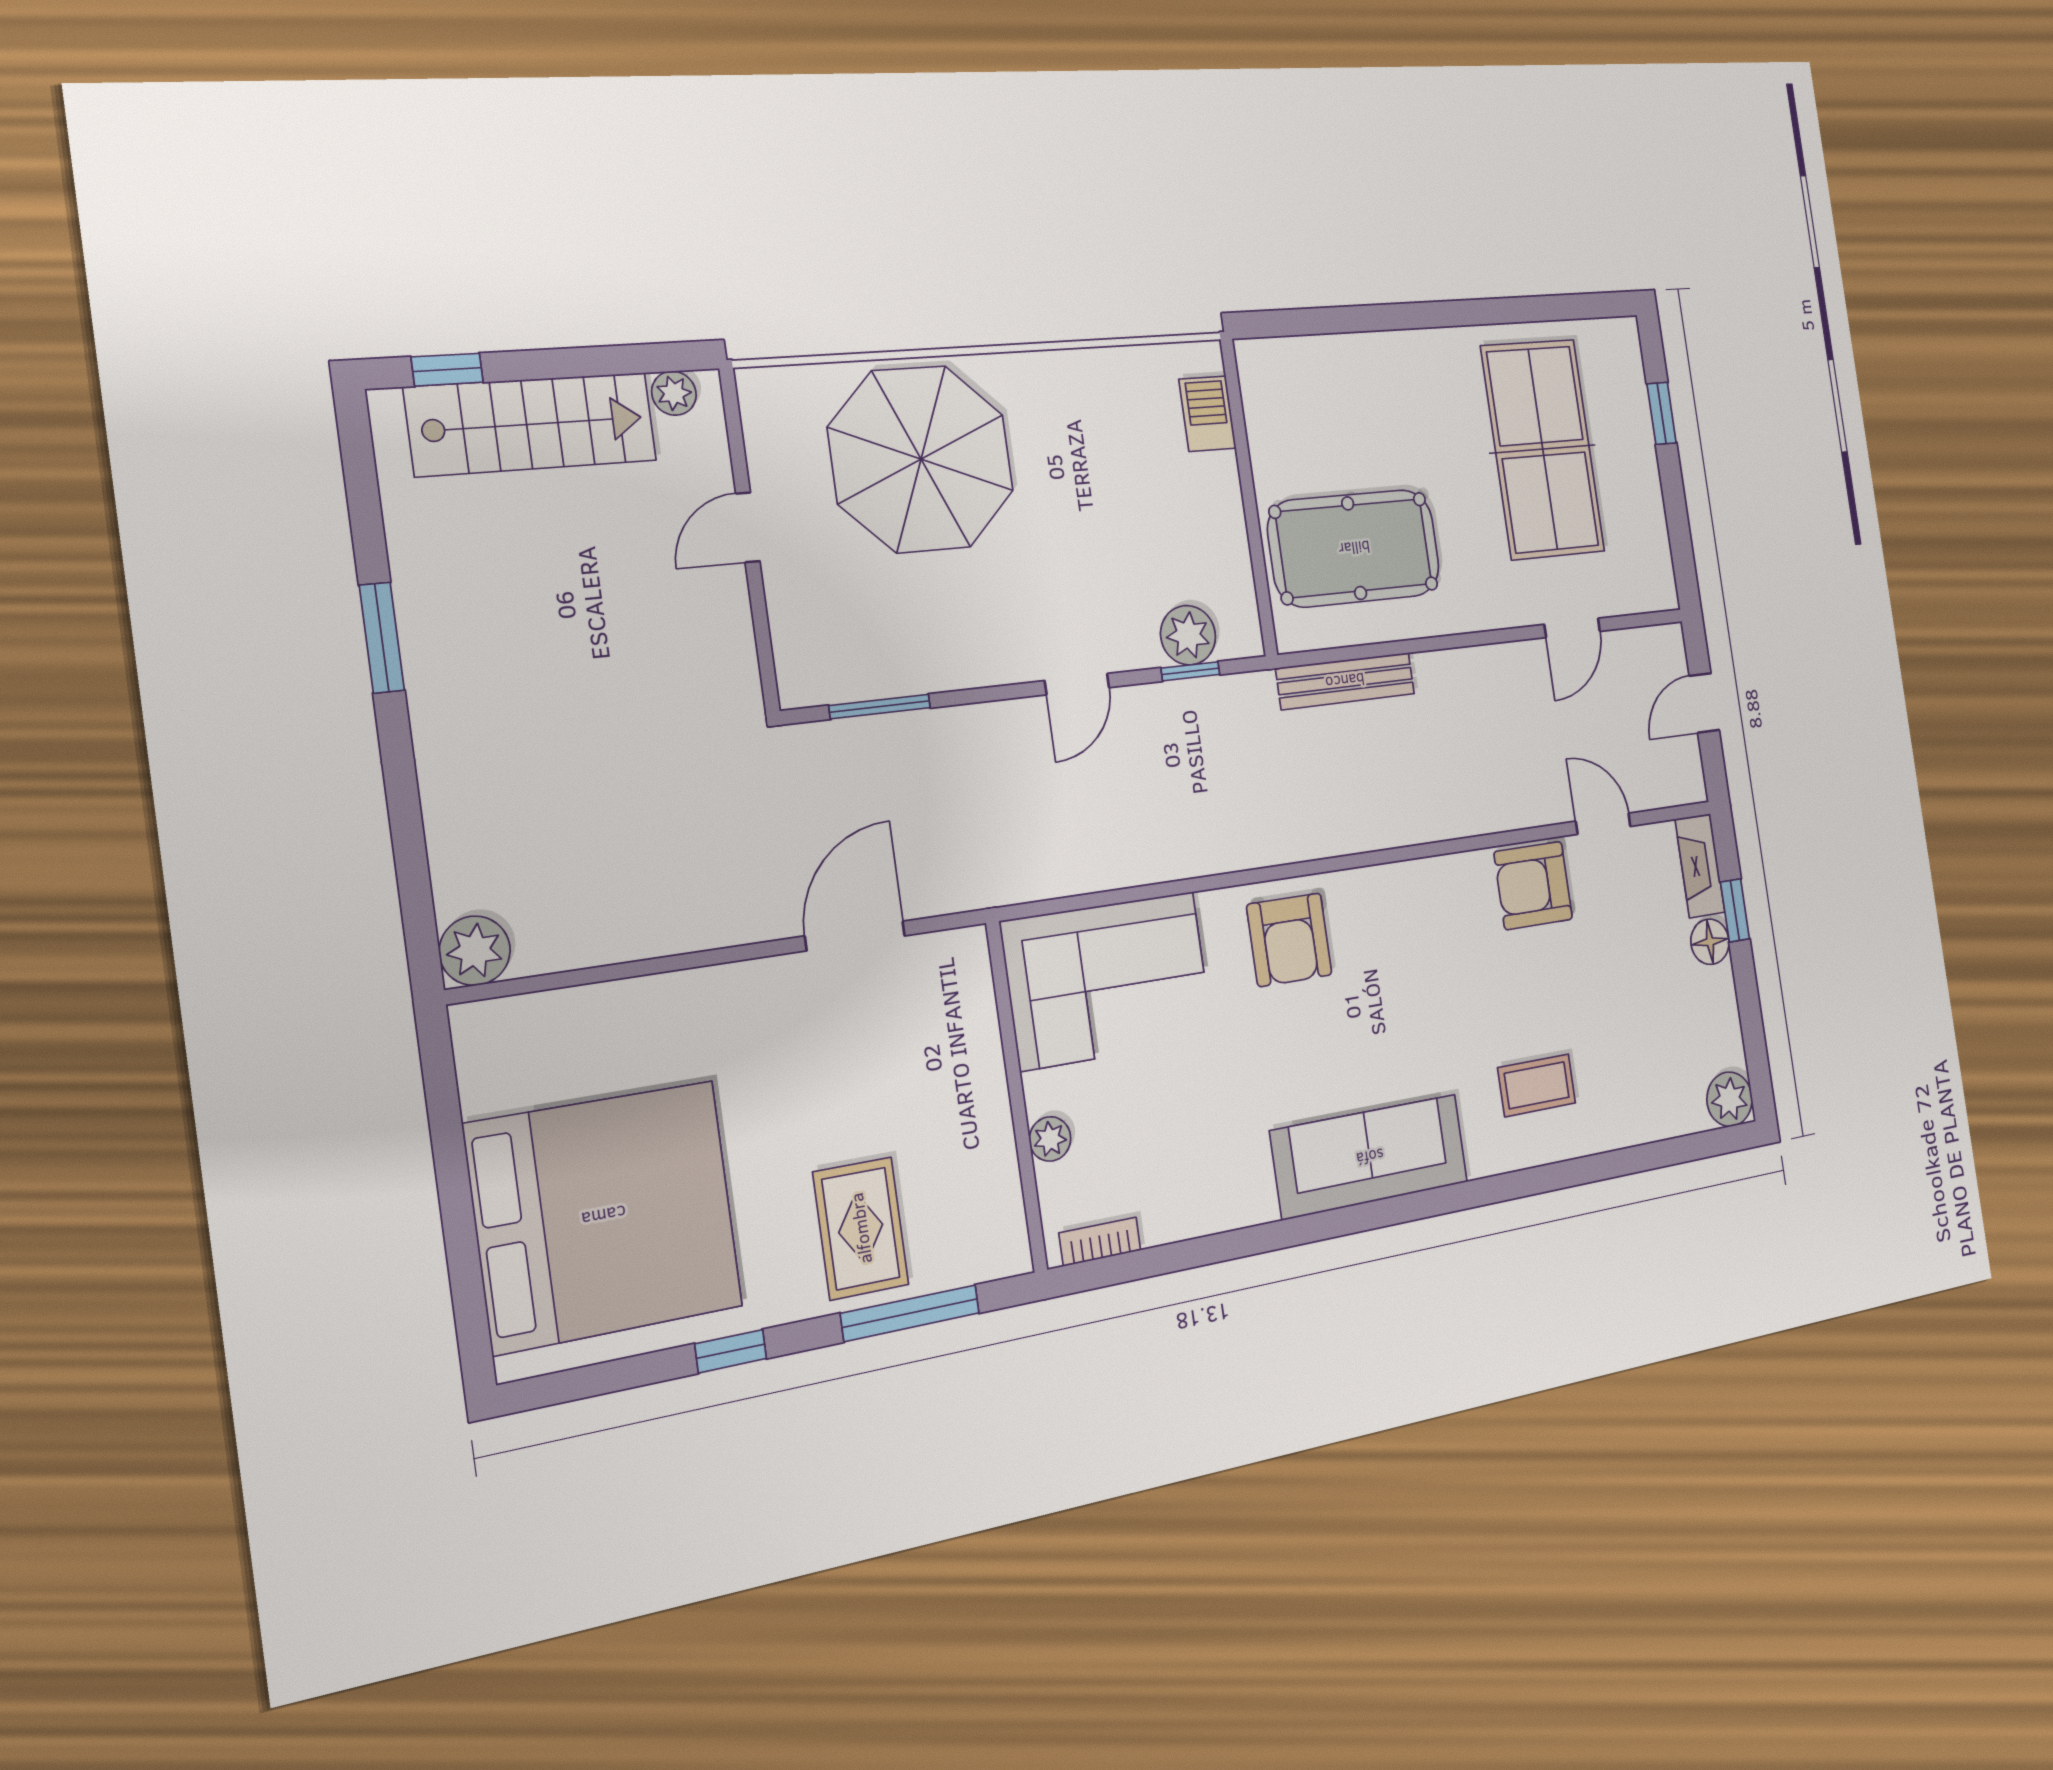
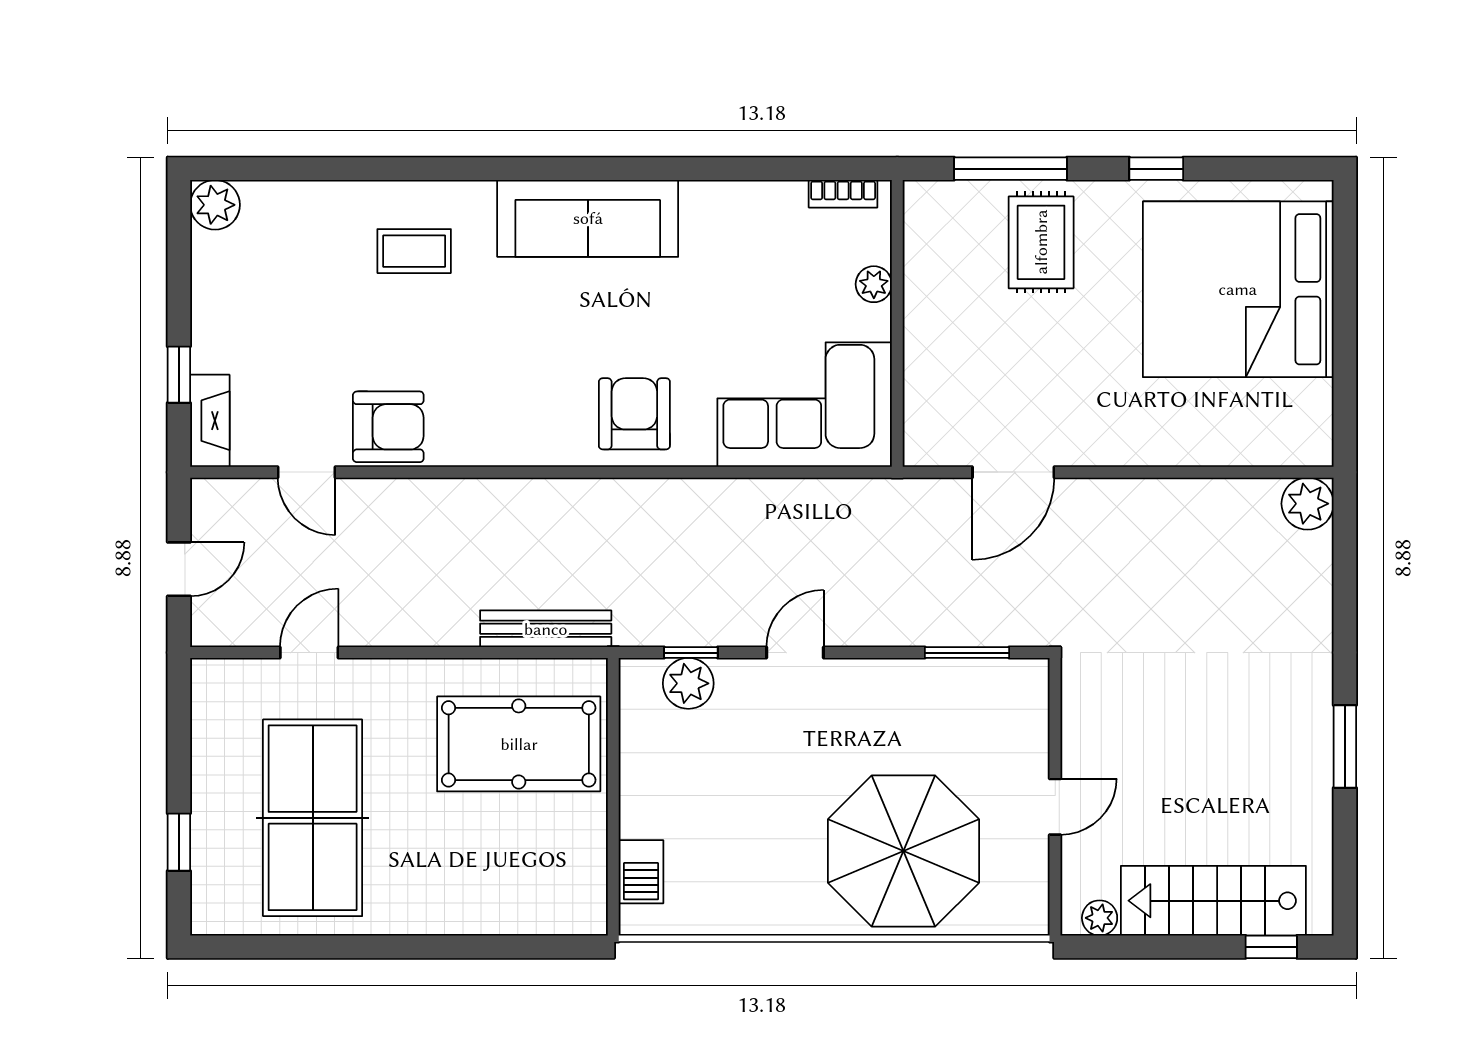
floor lamp: (1710, 942) -> (211, 350), removed

